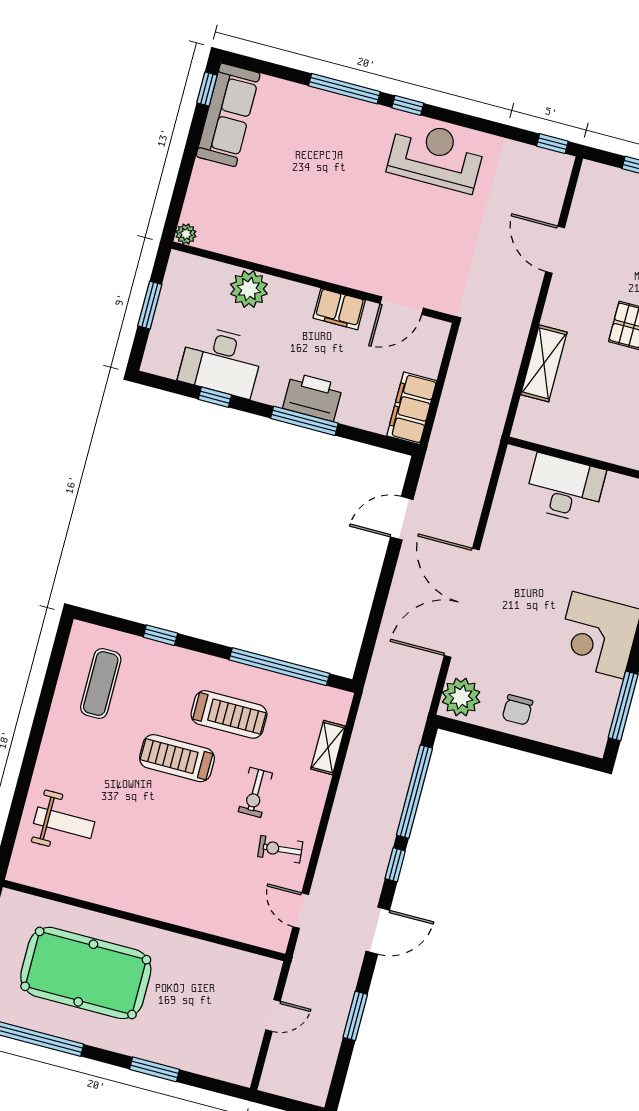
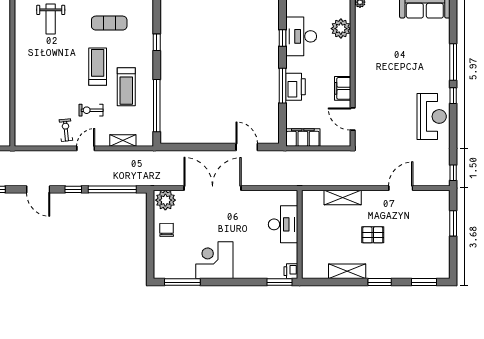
plant: (249, 289) -> (341, 29), moved
exercise mat: (101, 683) -> (109, 23), moved
chair: (518, 710) -> (167, 230), turned 89
door: (301, 911) -> (86, 148), moved

